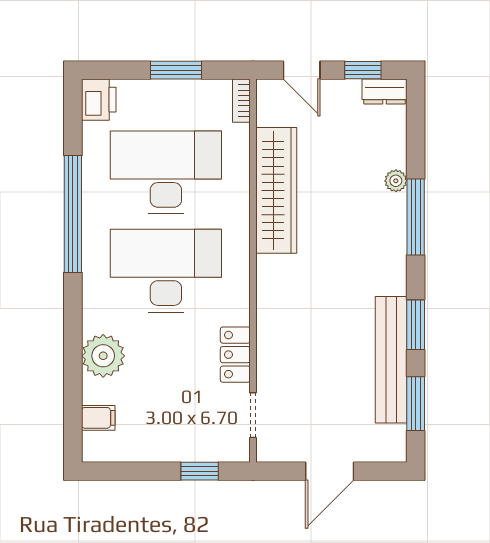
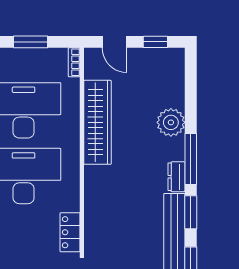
dresser: (385, 92) -> (176, 177), moved, turned 90
plant: (396, 181) -> (171, 122), width x1.88, depth x1.88
window: (416, 217) -> (191, 159), moved

